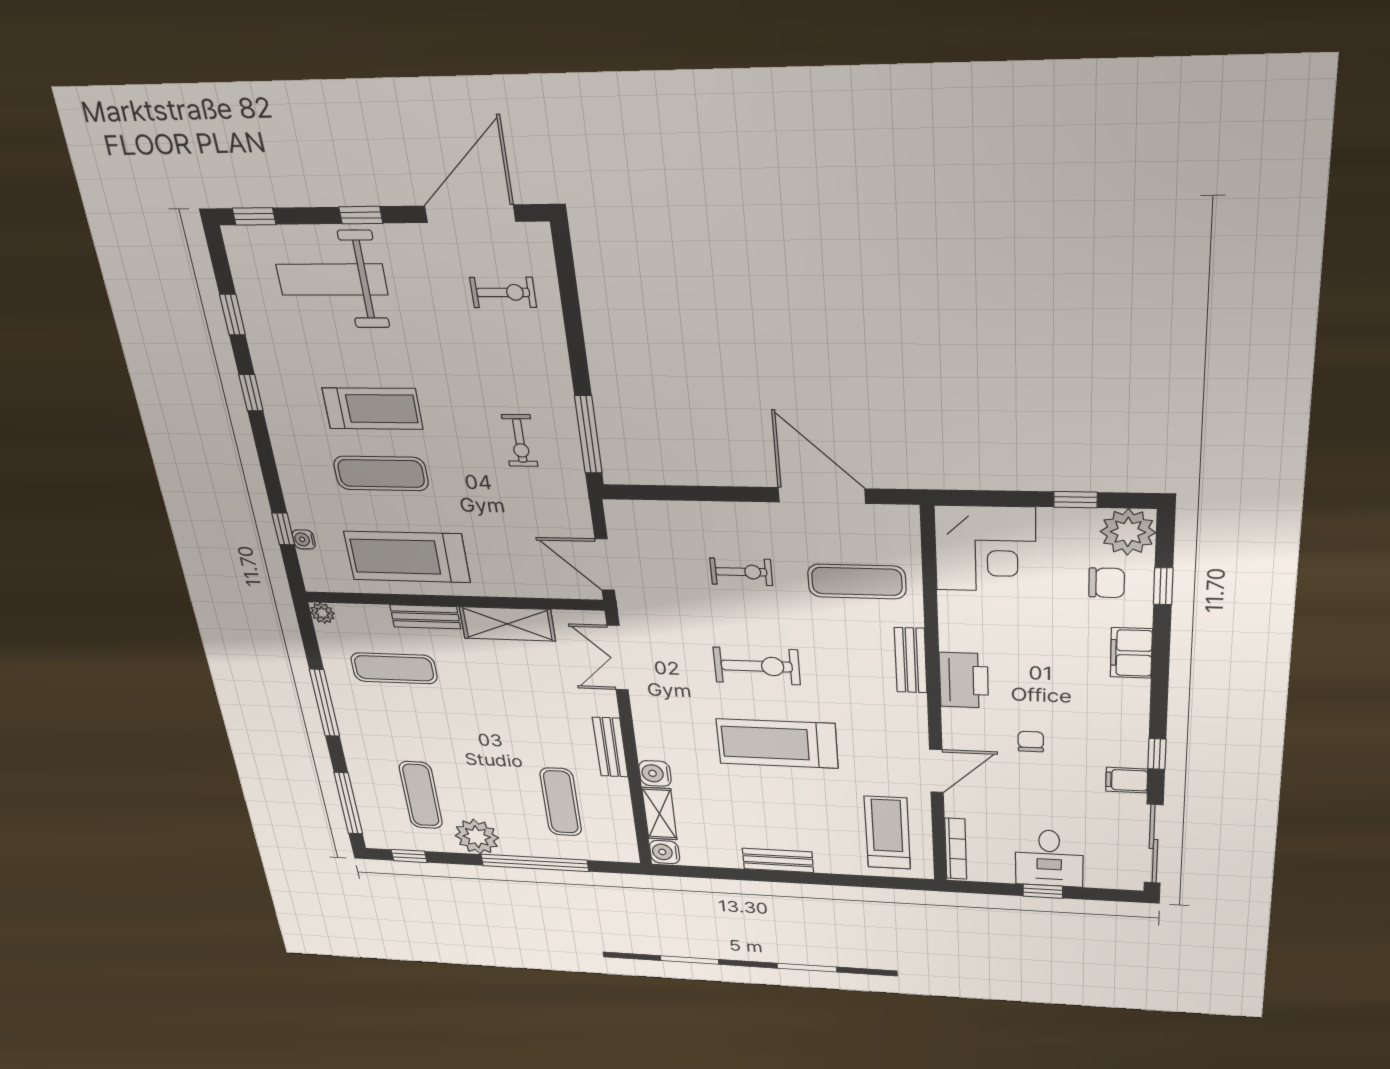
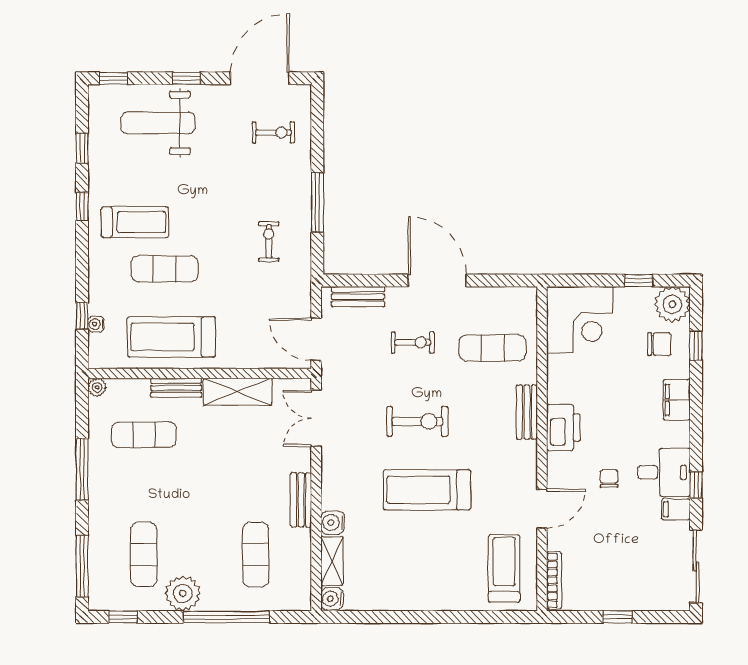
treadmill: (373, 409) -> (135, 222), moved
window: (588, 435) -> (317, 203), moved
exercise bike: (520, 441) -> (269, 242), turned 180
door: (822, 495) -> (437, 281), moved
desk: (1049, 858) -> (664, 472), moved, turned -90
bench: (778, 860) -> (358, 297), moved

